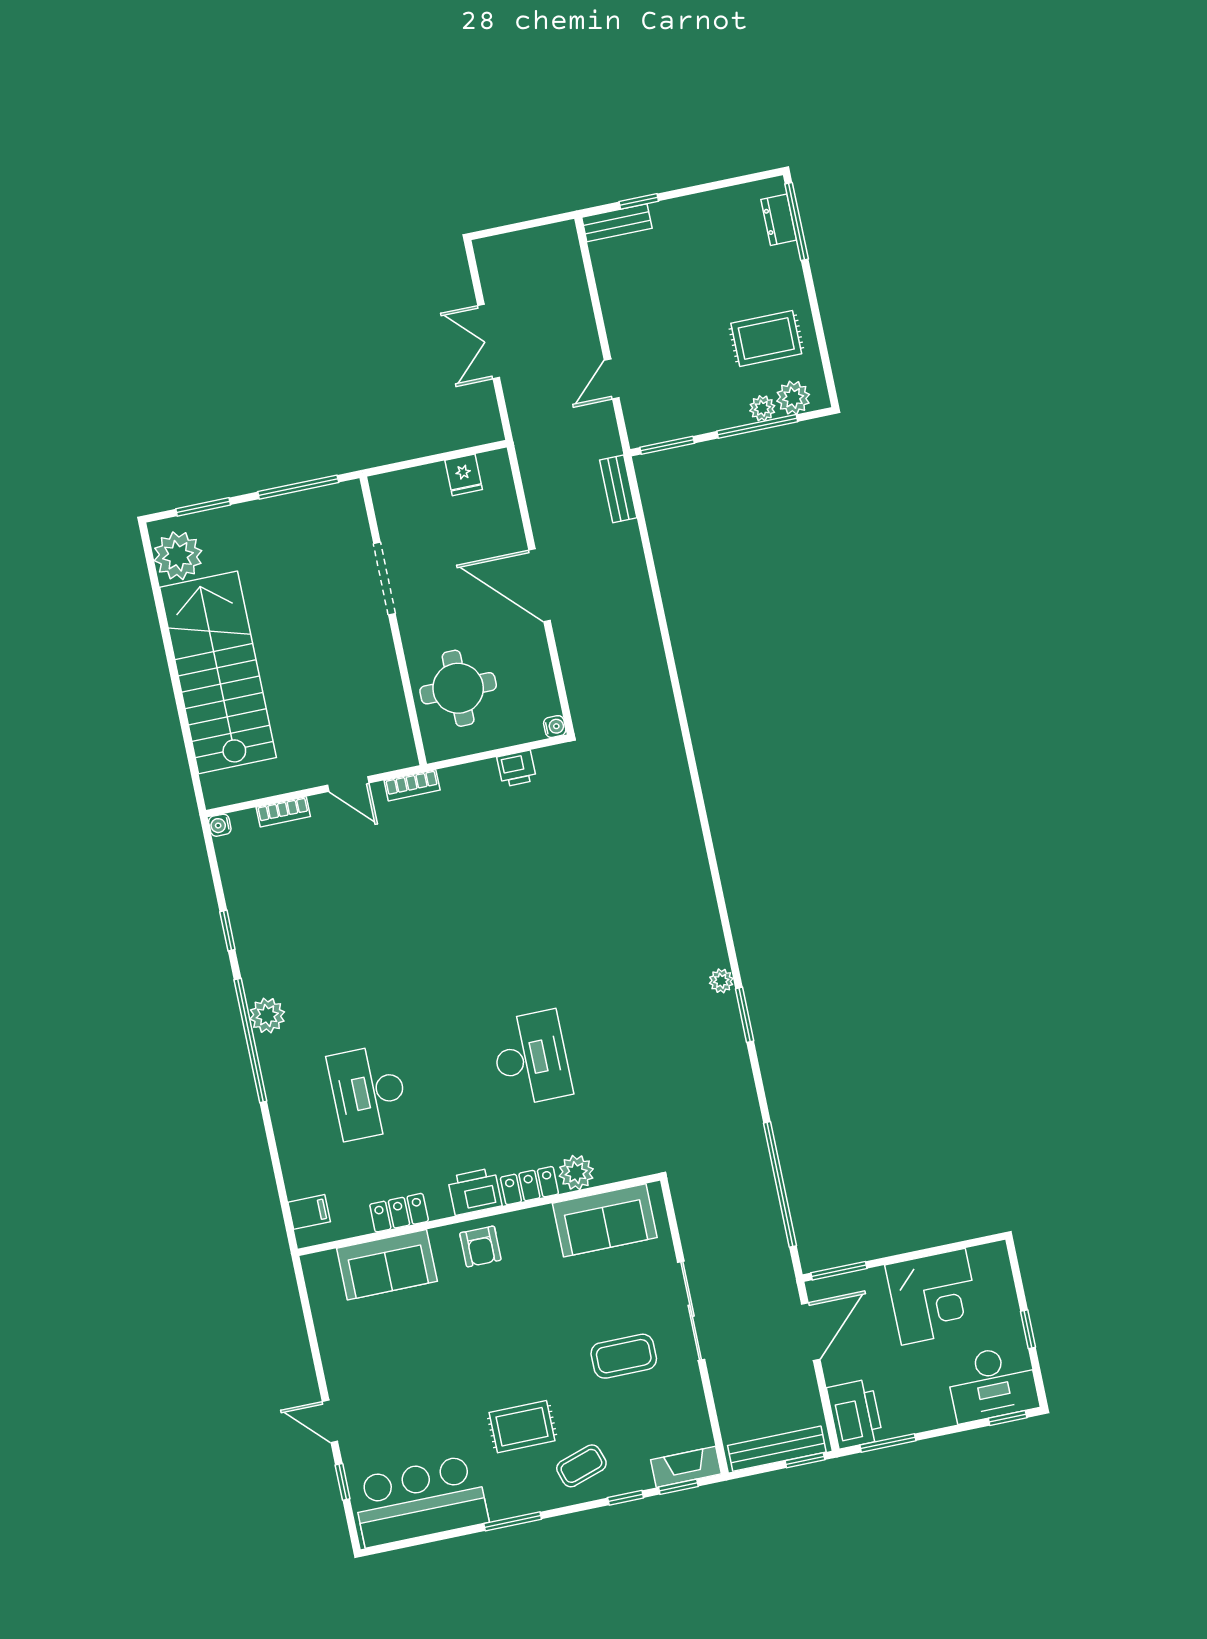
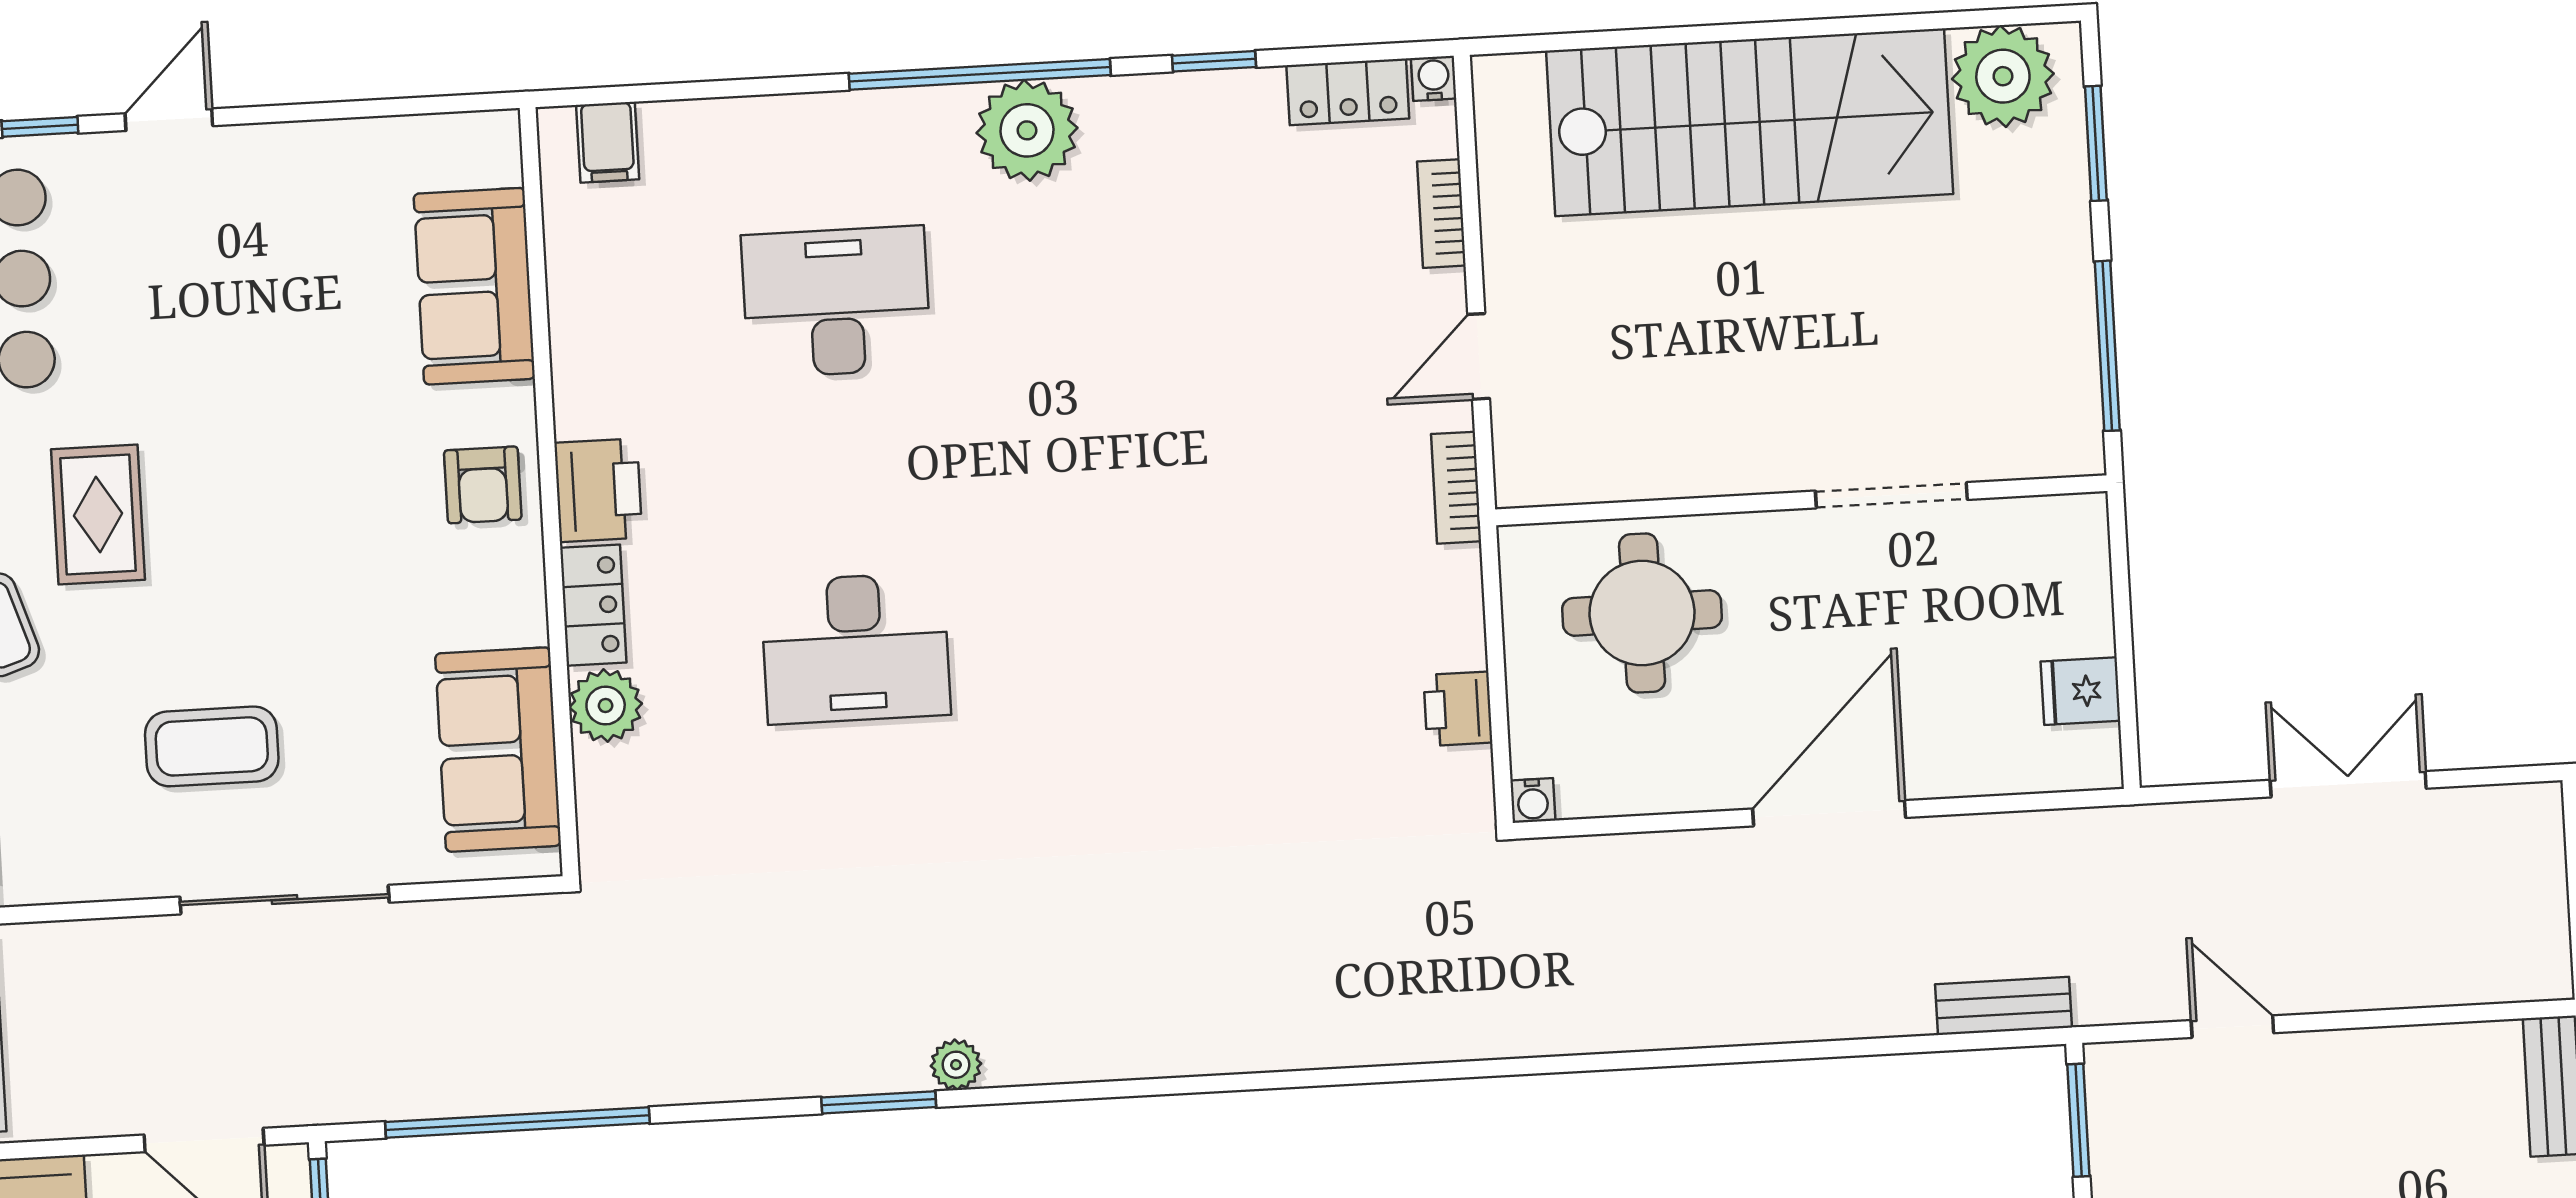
plant: (267, 1015) -> (1027, 130), width x1.36, depth x1.36
locker: (399, 1213) -> (1348, 92), moved, turned 90
armchair: (480, 1247) -> (483, 485), turned -90
coffee table: (624, 1356) -> (212, 746), turned 90

